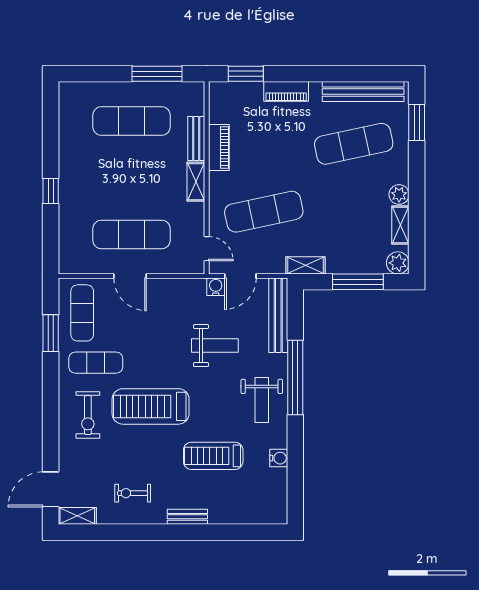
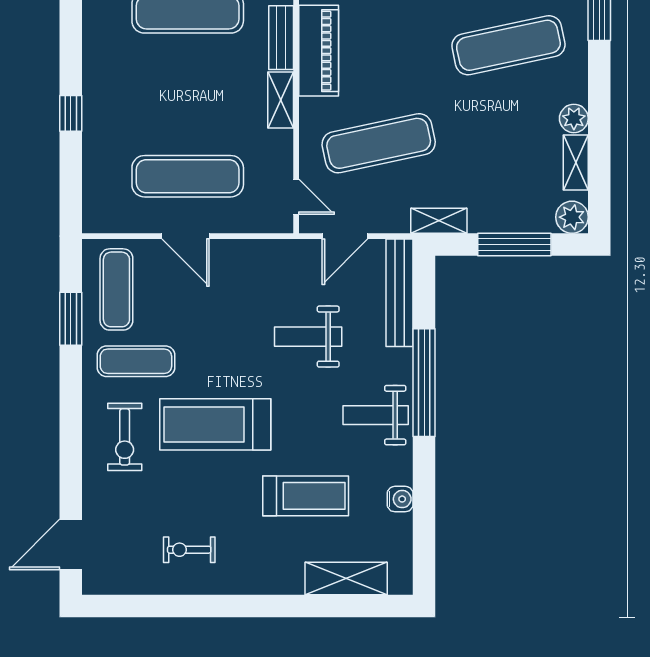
piano: (219, 148) -> (319, 51), width x1.37, depth x1.33
water cooler: (216, 287) -> (309, 252), removed
weight bench: (215, 346) -> (308, 337), turned 180
weight bench: (262, 400) -> (376, 415), turned 90
treadmill: (213, 456) -> (306, 496), turned 180
shelving: (77, 516) -> (346, 579), moved, width x1.50, depth x1.33
bench: (187, 517) -> (268, 584), removed

